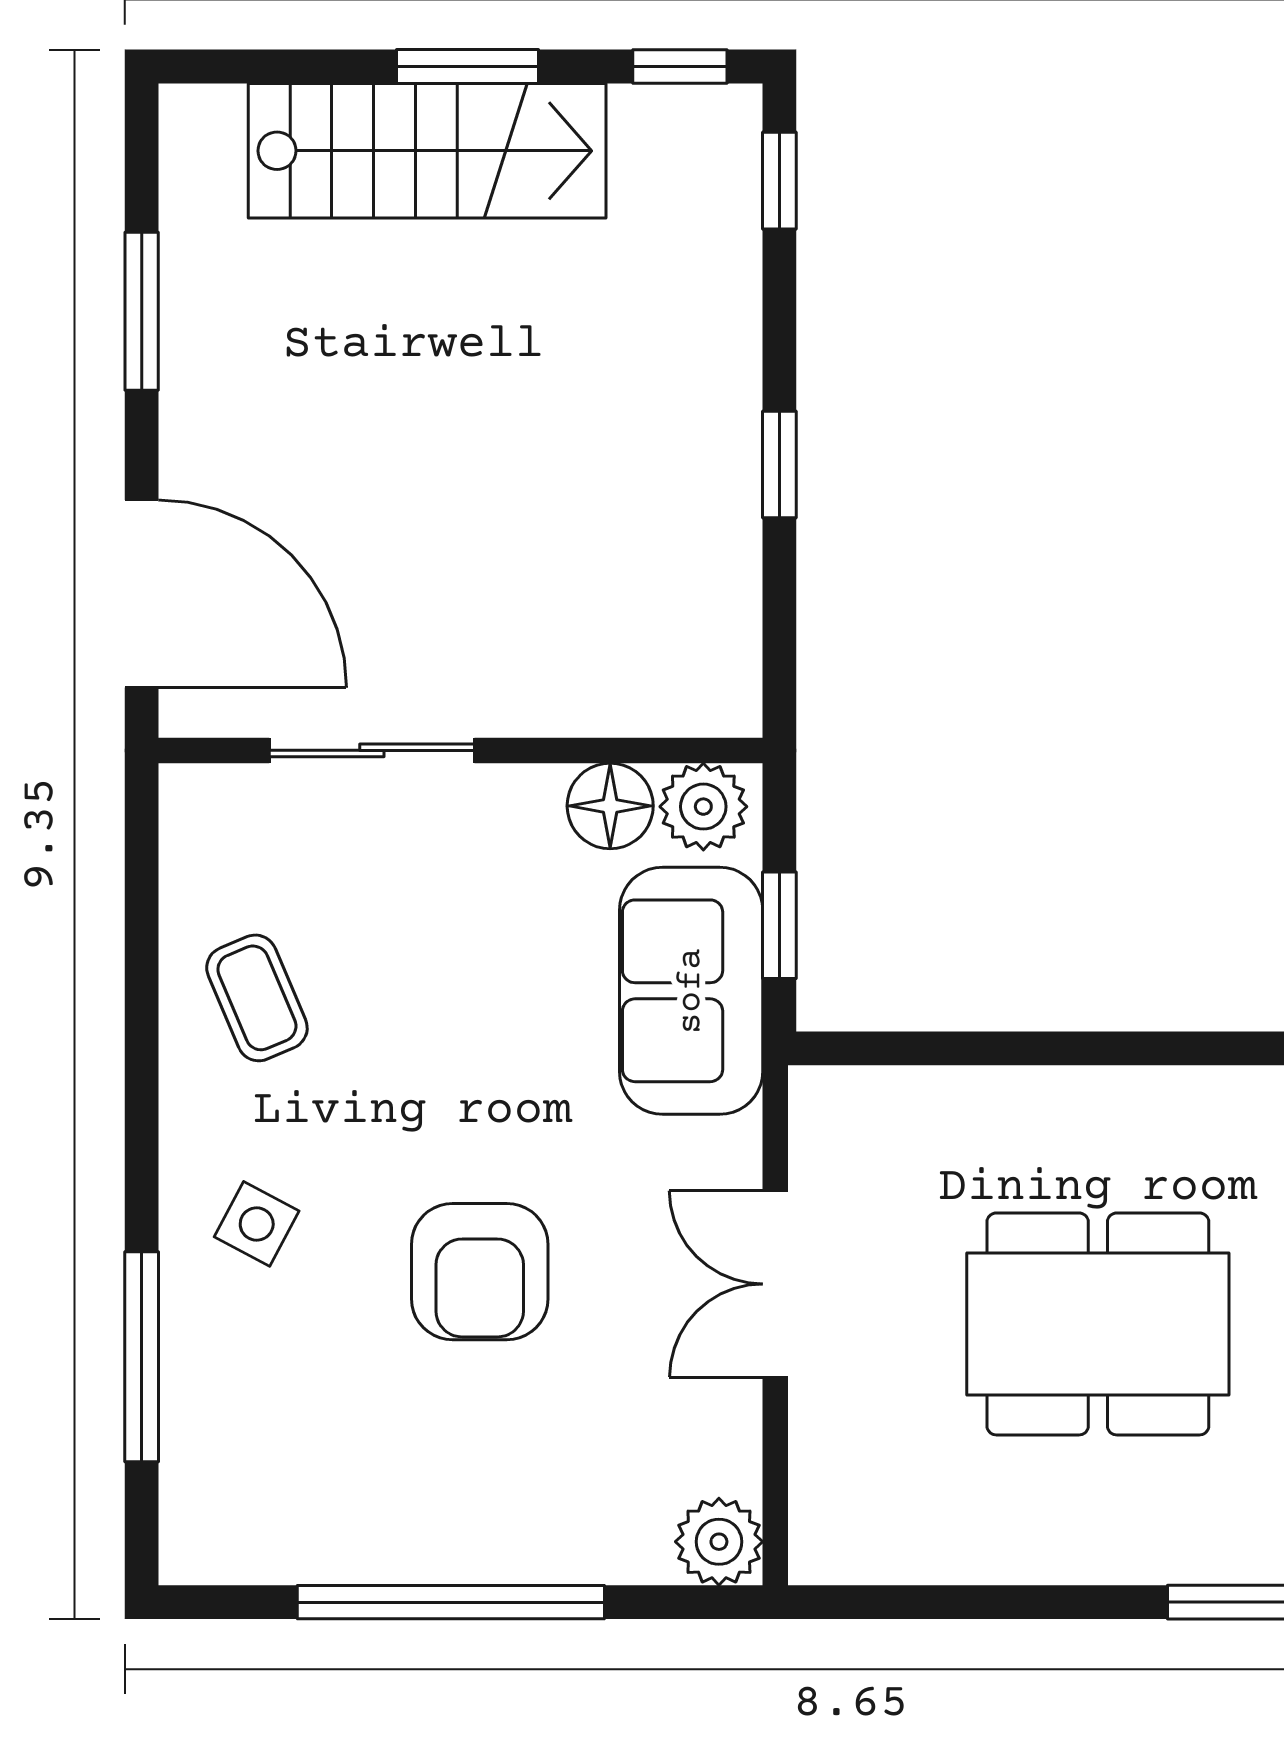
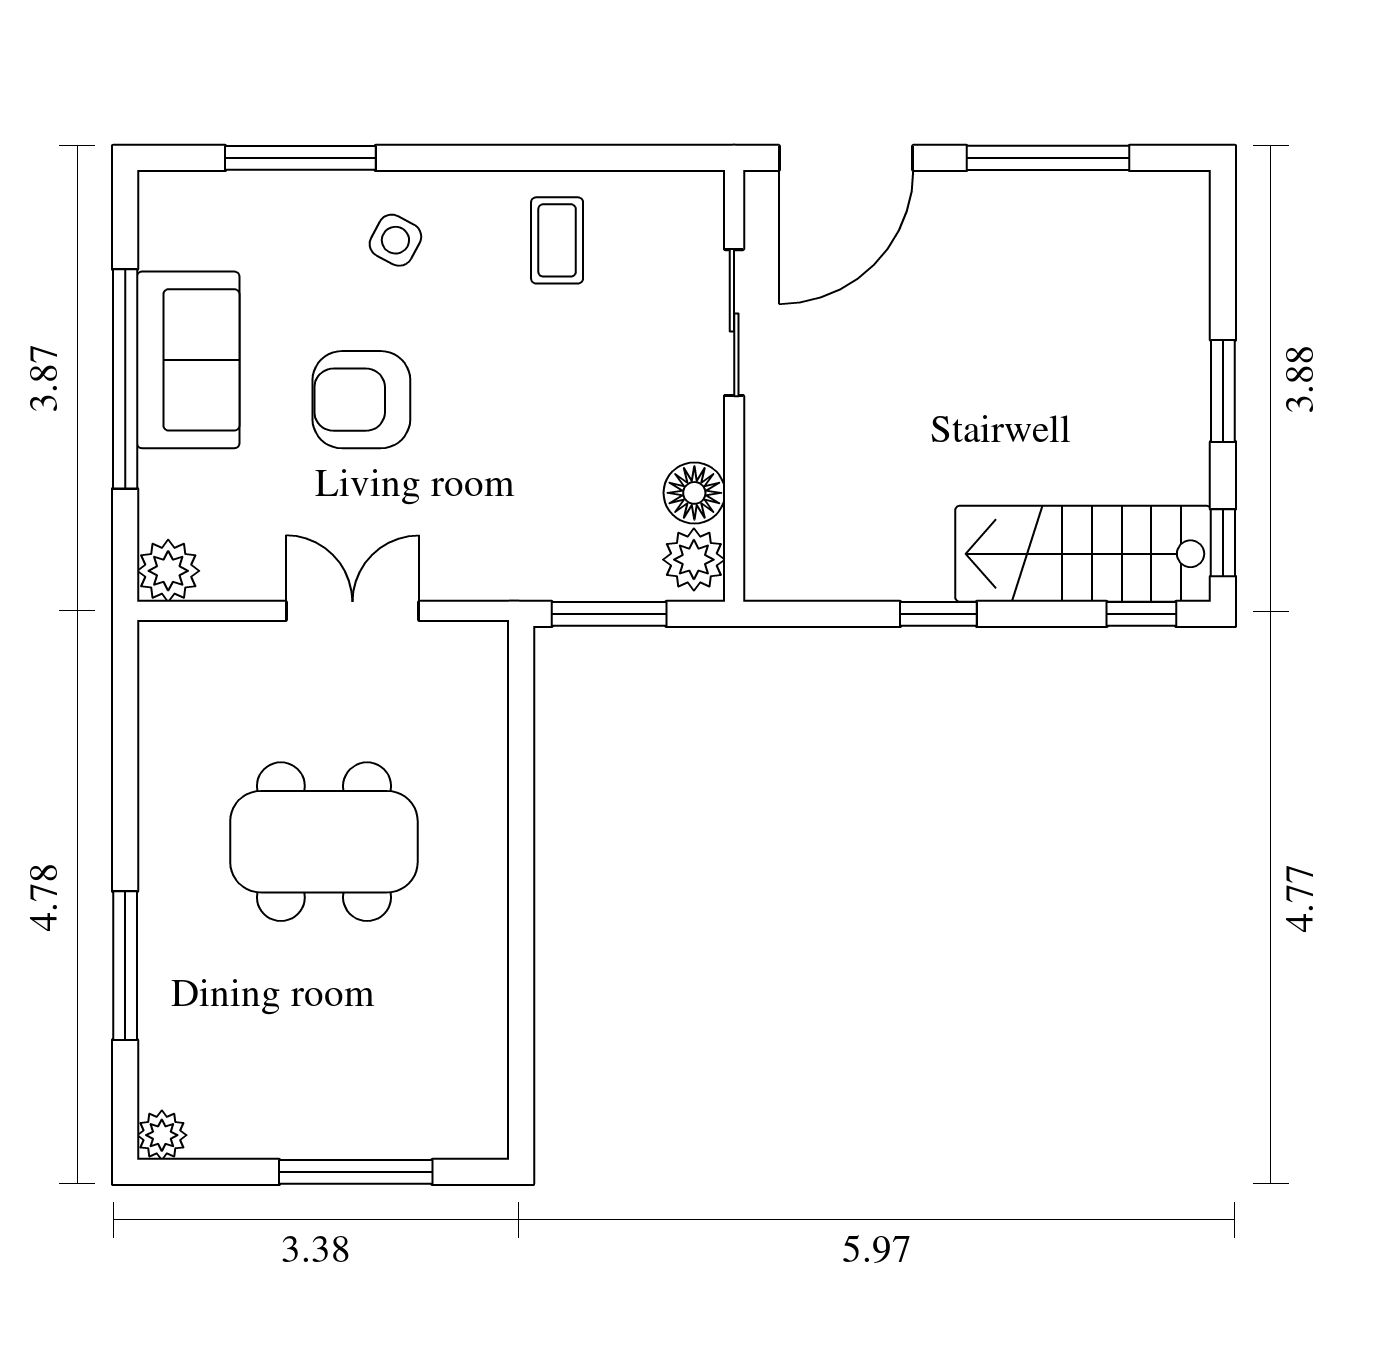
stairs: (427, 151) -> (1083, 554), moved, turned 90
window: (142, 311) -> (1048, 158), width x1.44
window: (779, 925) -> (609, 614), width x1.50
sofa: (691, 991) -> (188, 360), moved, turned 90
coffee table: (257, 998) -> (557, 240), turned -67
dining table: (1098, 1324) -> (324, 842), turned 90

